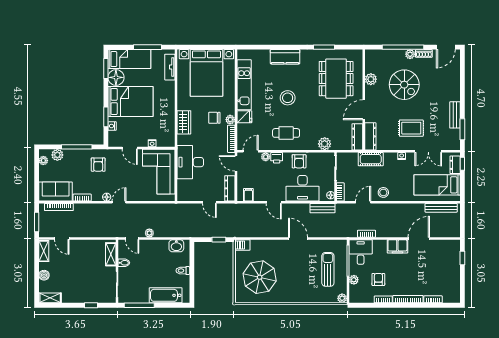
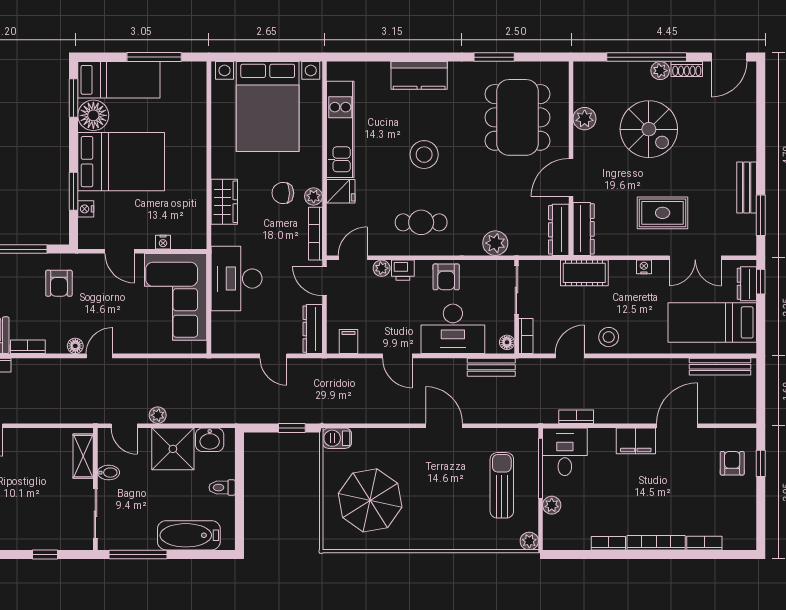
tv unit: (170, 67) -> (197, 95), removed
shower: (157, 250) -> (173, 449), added
armchair: (378, 279) -> (732, 463), moved

